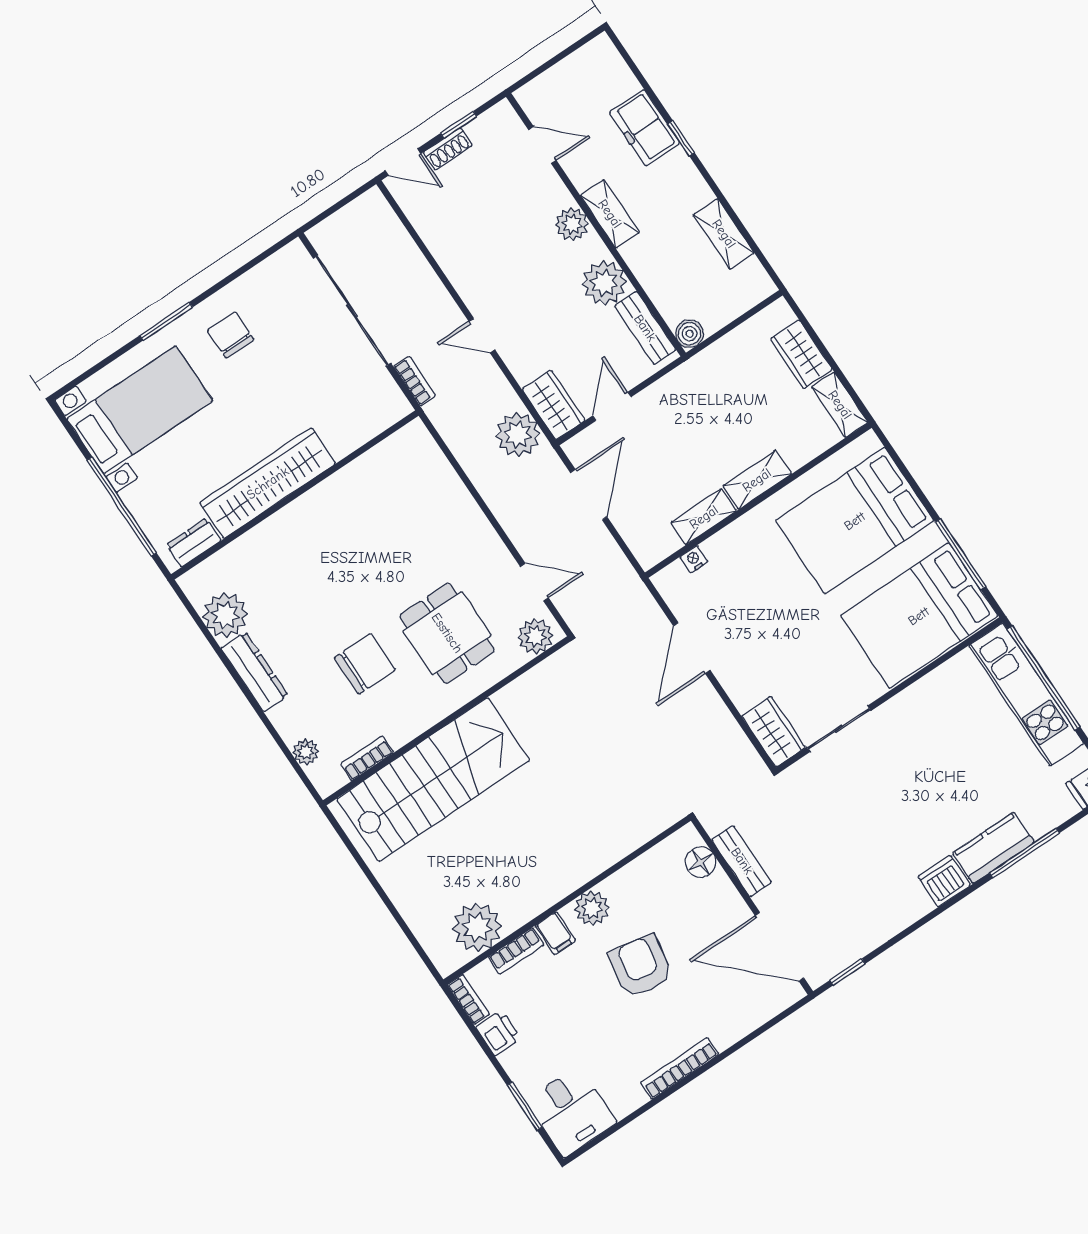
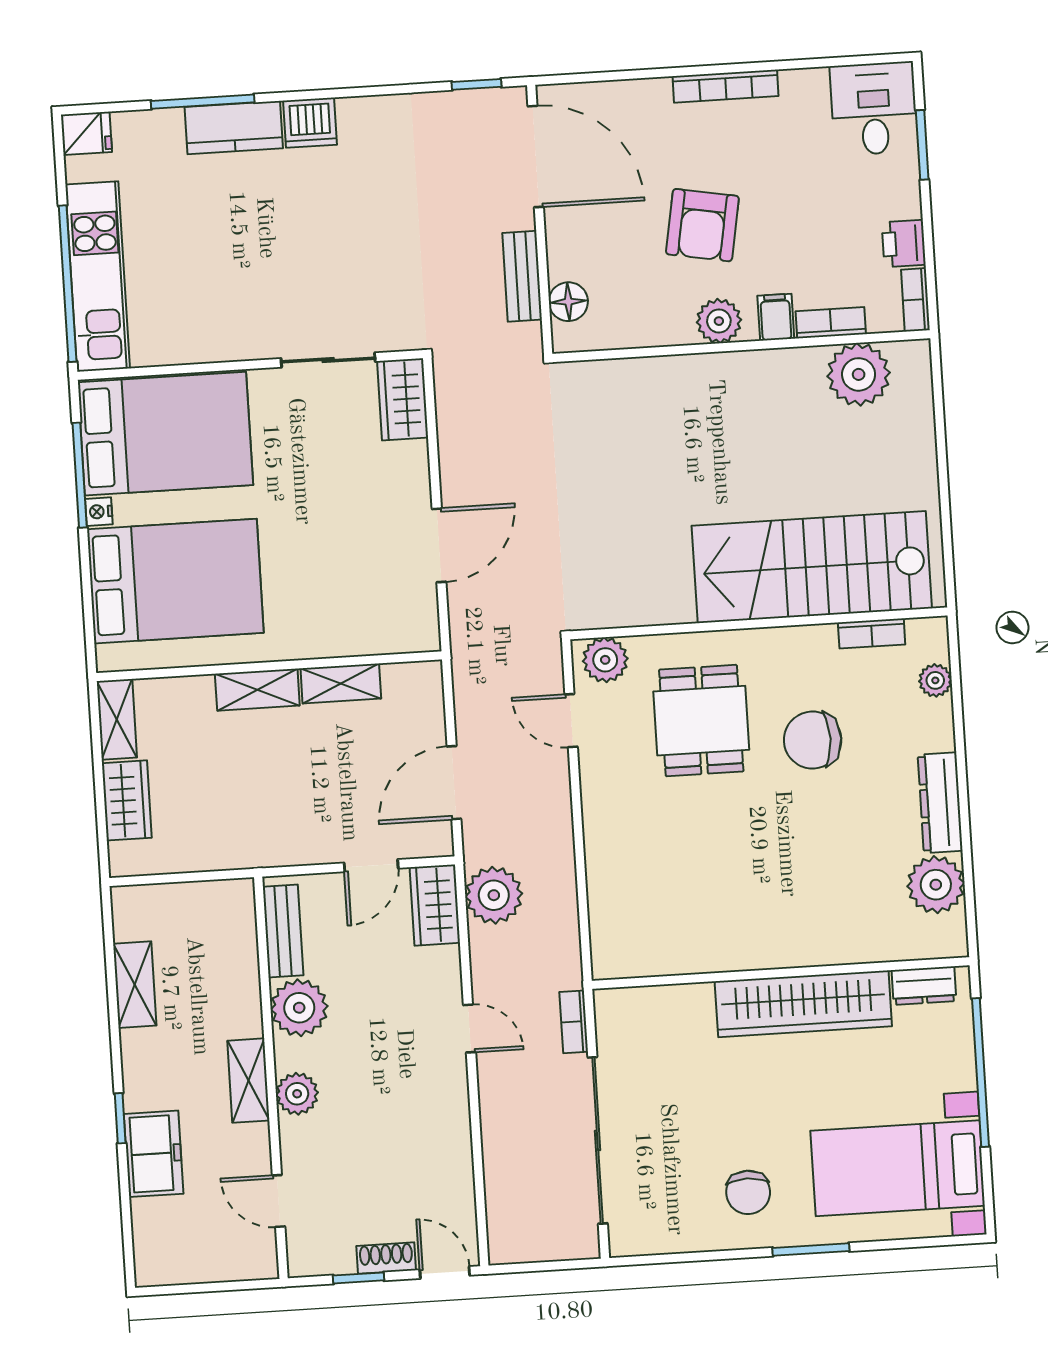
boiler: (690, 334) -> (238, 896), removed
nightstand: (694, 559) -> (99, 512), moved, turned 90

